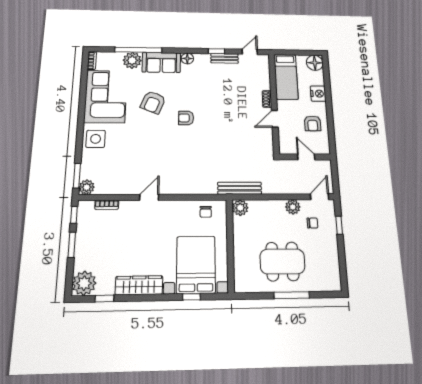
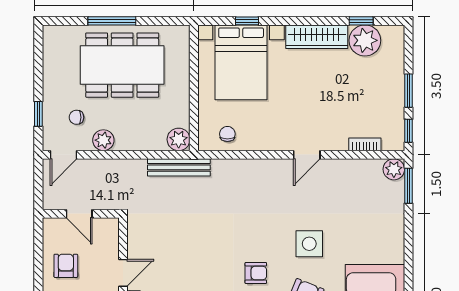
side table: (96, 139) -> (309, 244), moved
dining table: (282, 261) -> (122, 65), width x1.36, depth x1.24
plant: (84, 283) -> (365, 40), moved

